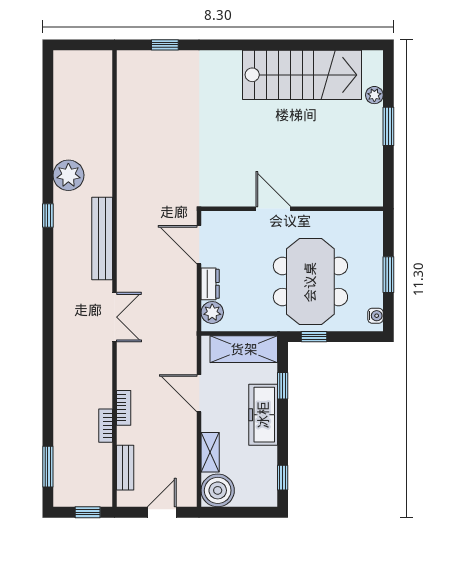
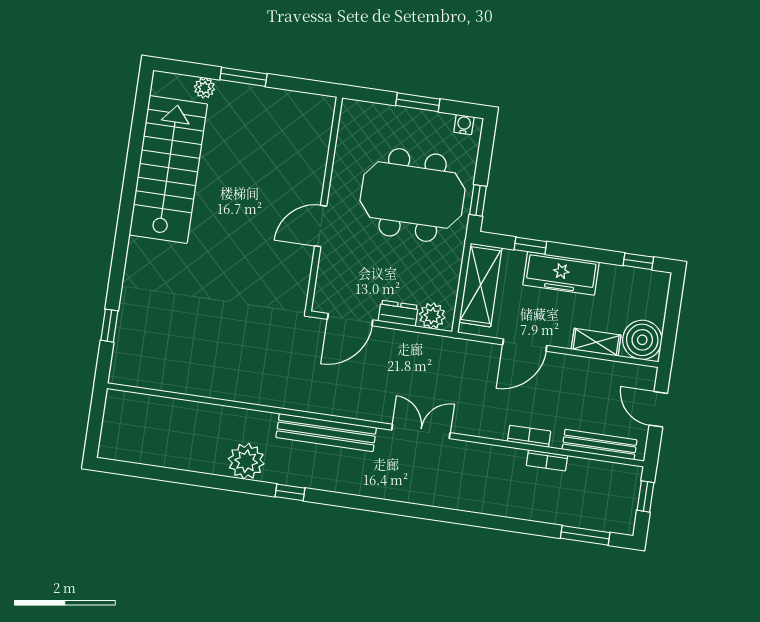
bench: (125, 468) -> (600, 445), width x1.36

